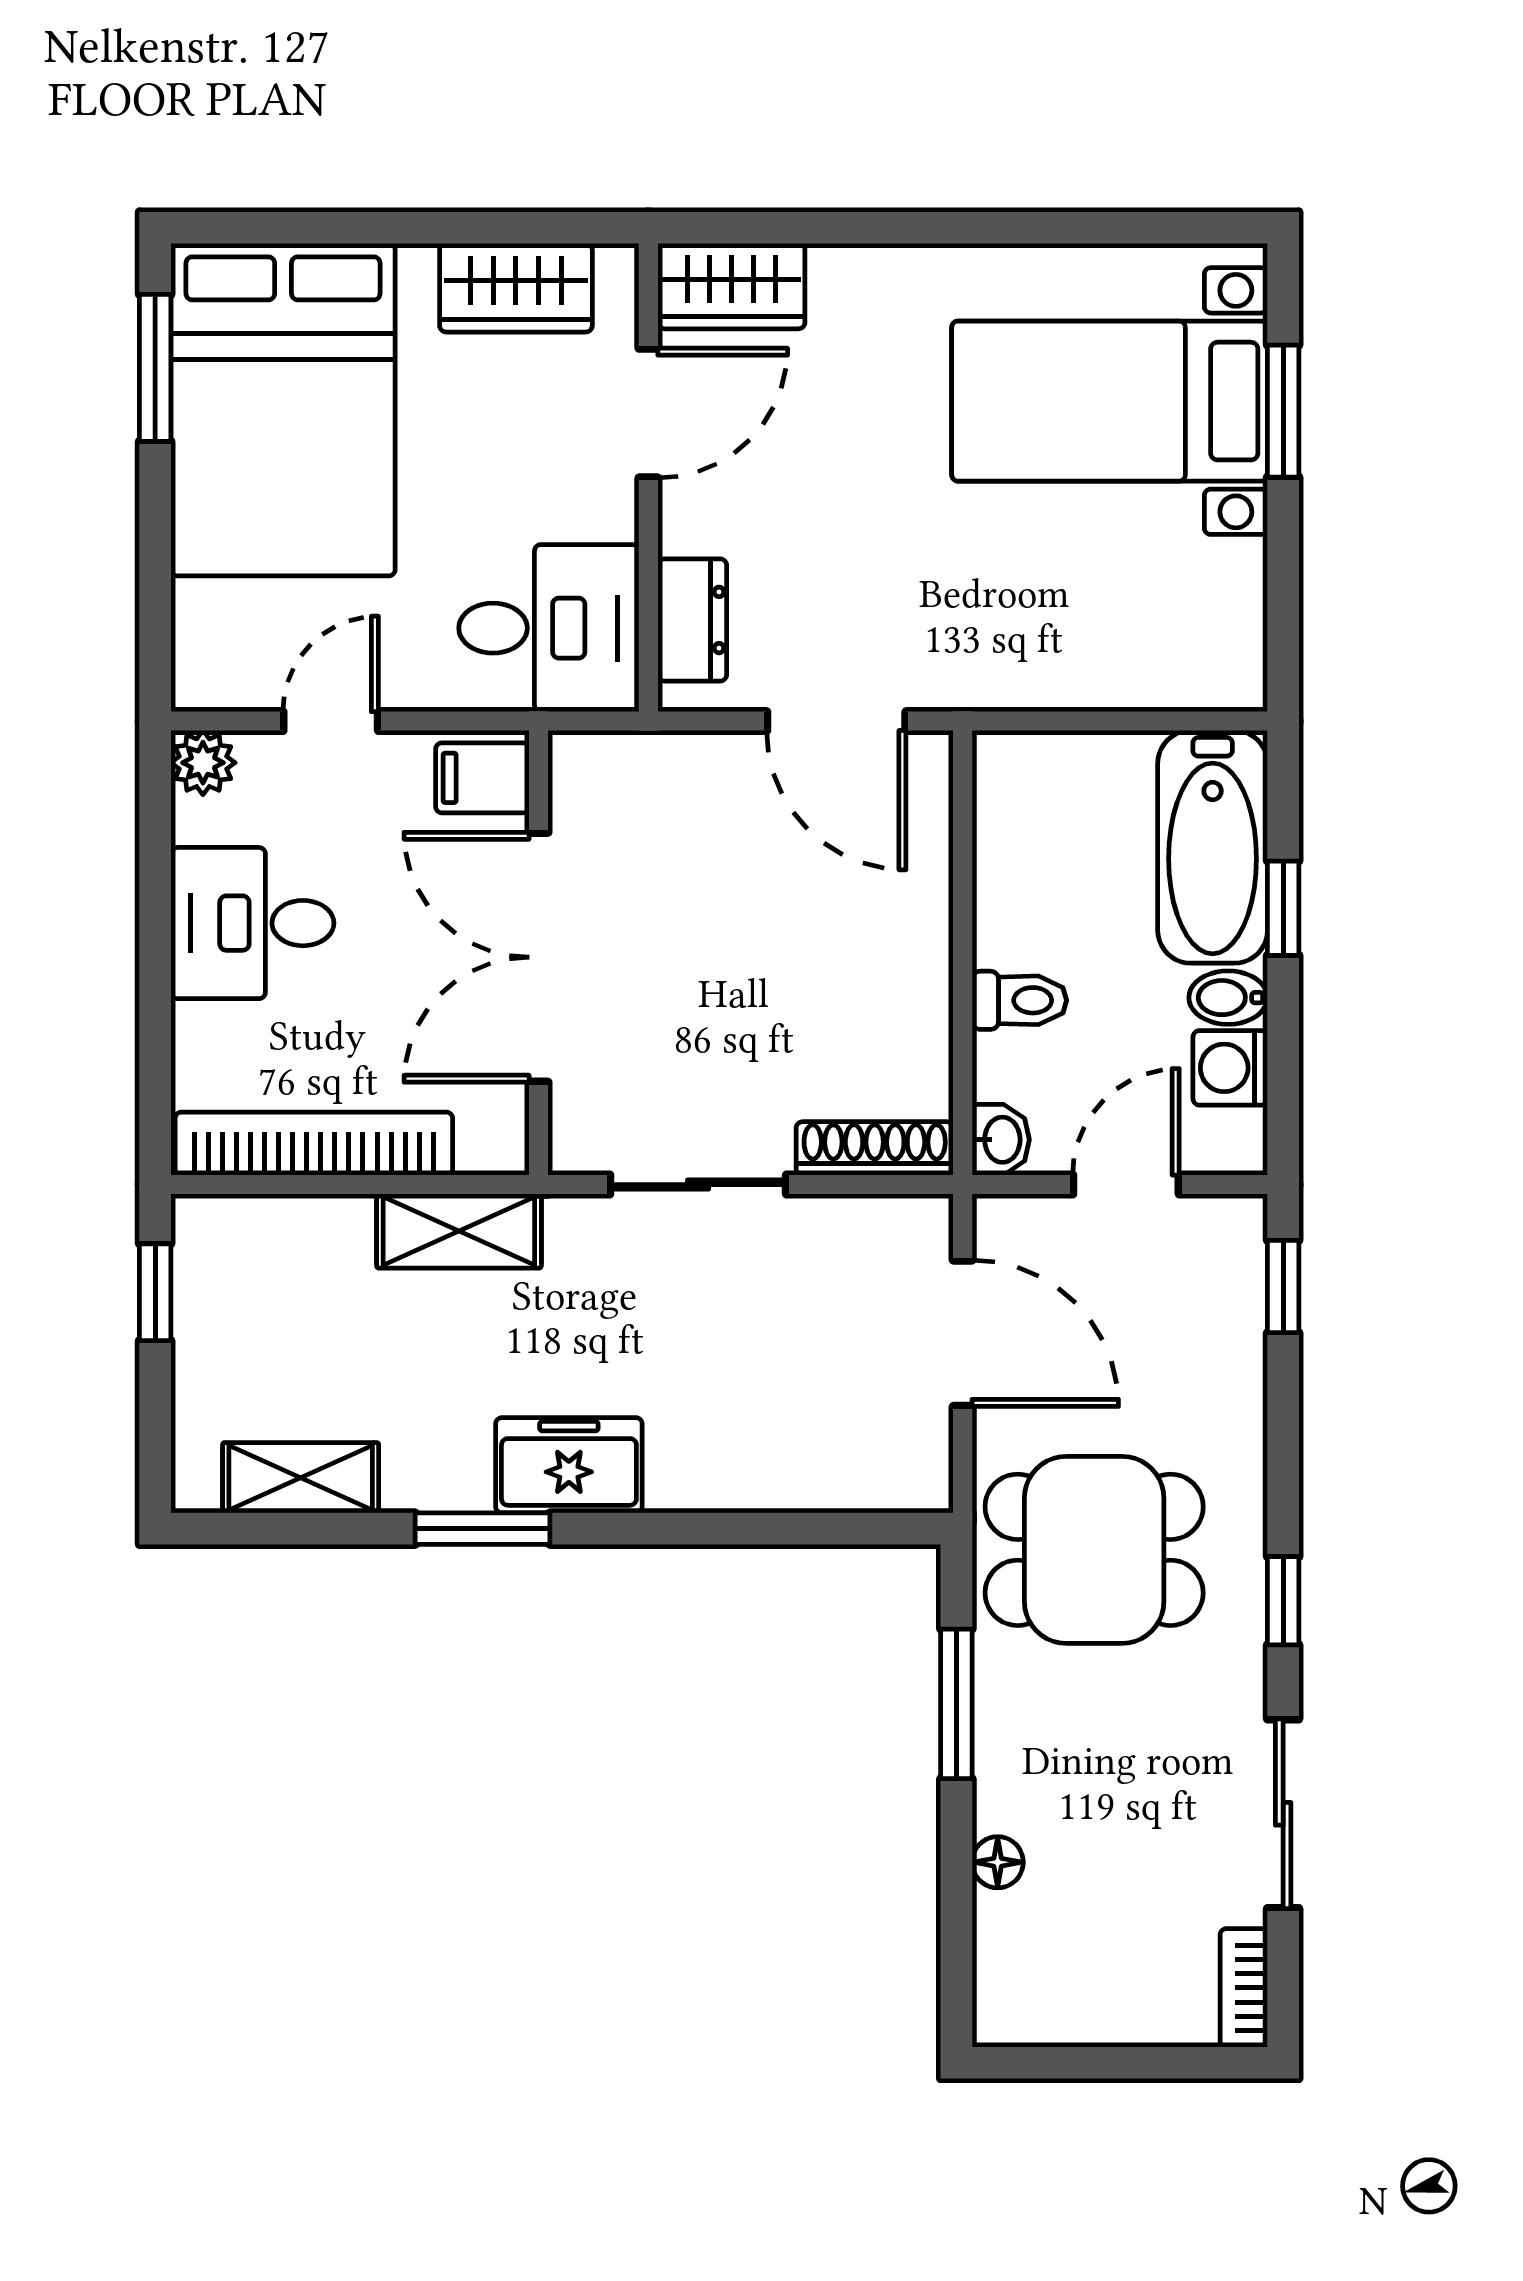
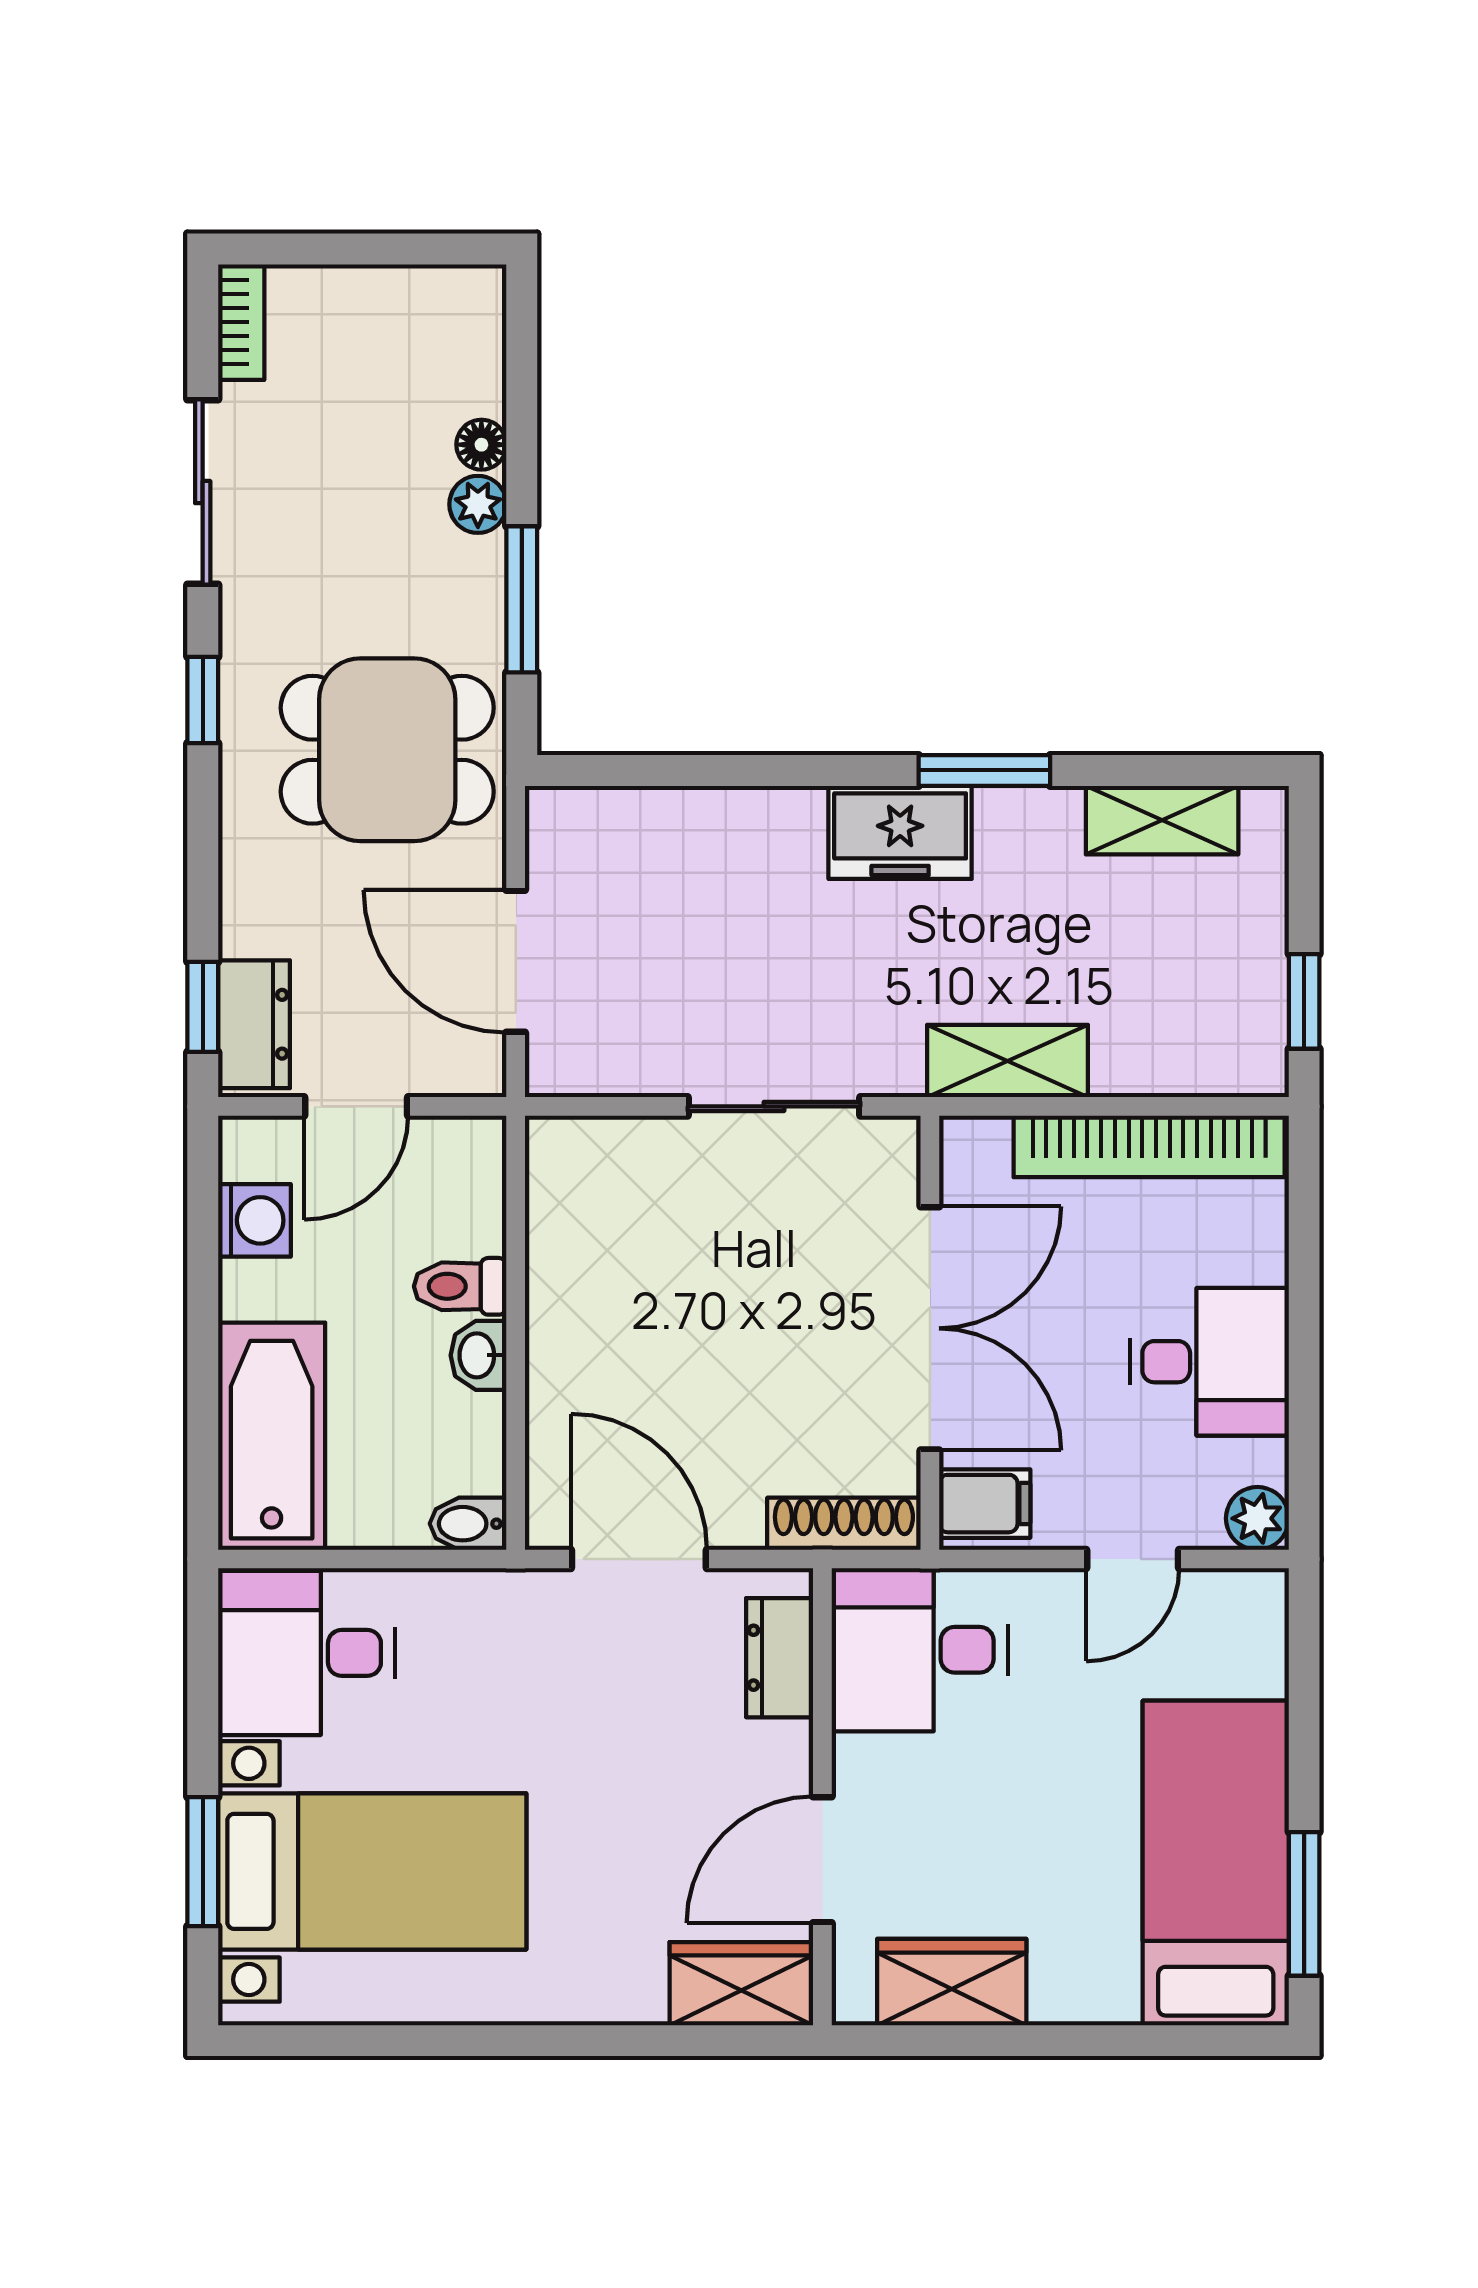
bed: (283, 410) -> (1216, 1863), width x0.67
desk: (1177, 625) -> (307, 1653), added
window: (1283, 908) -> (203, 1376), removed
bidet: (1228, 998) -> (468, 1524), moved, turned 180
washbasin: (1001, 1140) -> (478, 1355), moved
shoe rack: (875, 1148) -> (844, 1524), moved, turned 180
dresser: (1231, 1269) -> (254, 1024), added
plant: (1001, 1801) -> (478, 504), added

